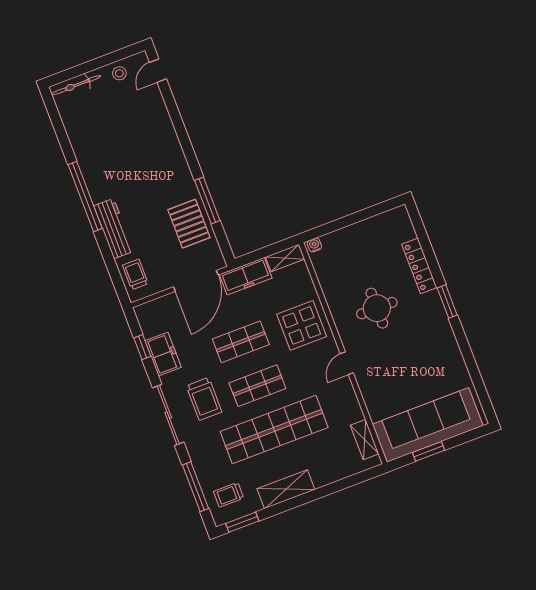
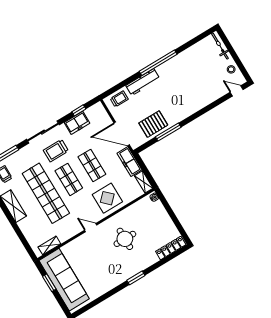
locker: (419, 266) -> (171, 248), moved

